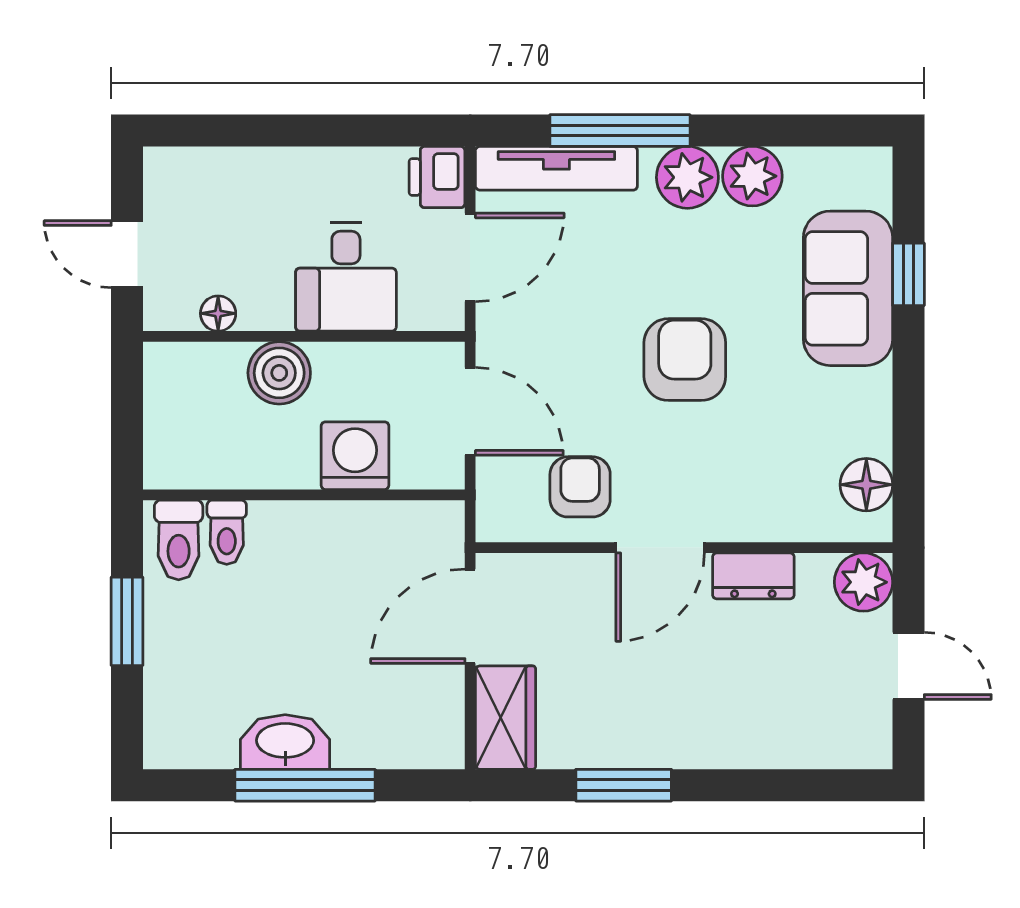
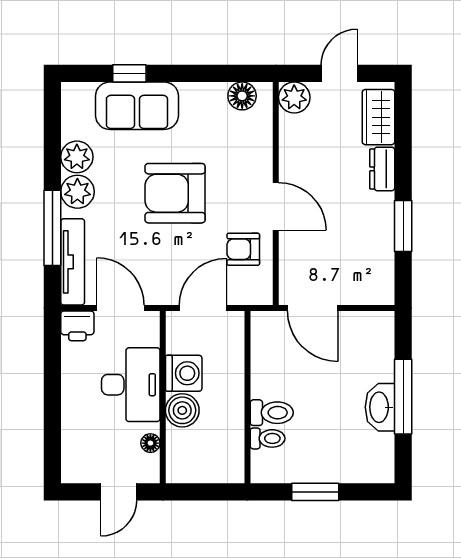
desk: (346, 277) -> (131, 385), width x1.37
armchair: (685, 360) -> (175, 193), width x1.36, depth x1.36
washing machine: (355, 456) -> (184, 373), moved, turned 180
toilet: (179, 540) -> (272, 413), moved
dresser: (753, 576) -> (382, 169), moved, turned 180
wardrobe: (506, 718) -> (378, 117), moved, turned -90

